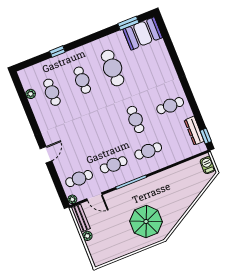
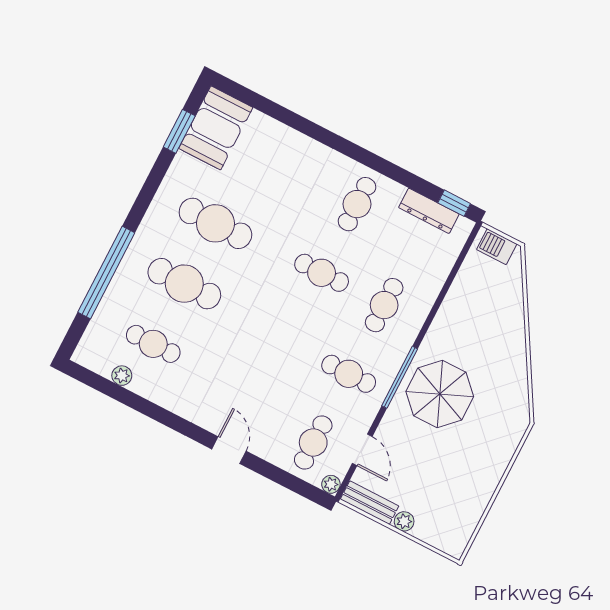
window: (57, 52) -> (106, 273), width x3.17
cafe table: (82, 80) -> (184, 284), width x1.37, depth x1.35
cafe table: (114, 165) -> (349, 374), turned 90
door: (95, 197) -> (362, 450), hinge flipped
parasol: (146, 222) -> (440, 394), moved

